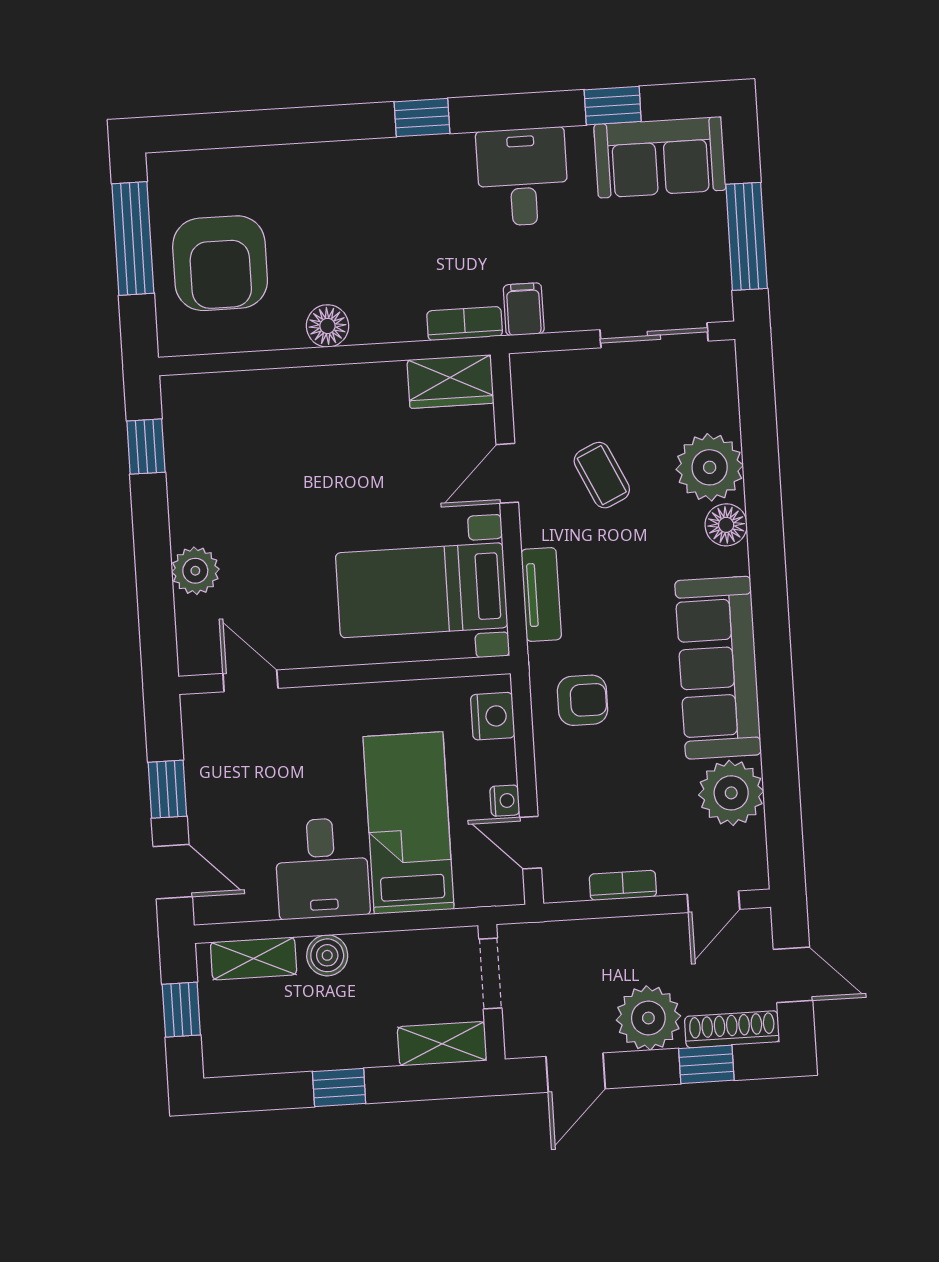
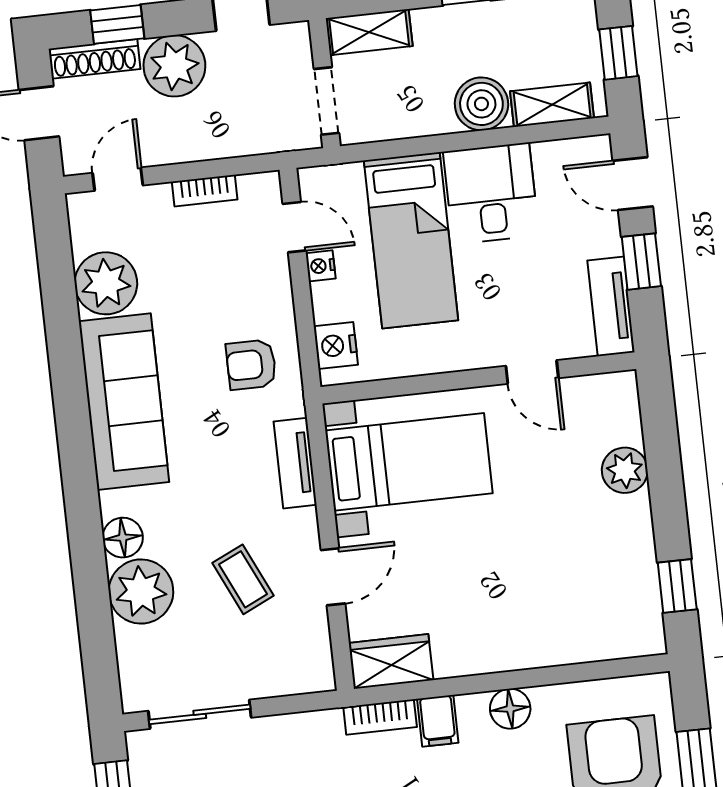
filing cabinet: (524, 309) -> (438, 721), moved
door: (250, 681) -> (532, 372), moved
tv unit: (202, 744) -> (611, 306), added
boiler: (327, 955) -> (481, 104), width x1.36, depth x1.36

